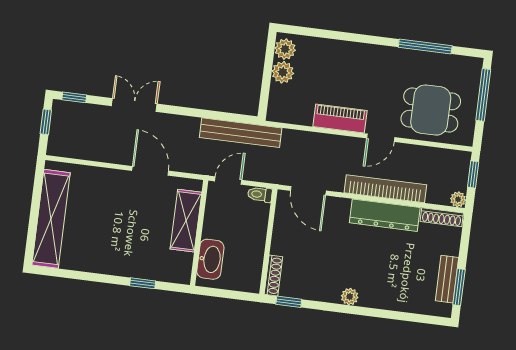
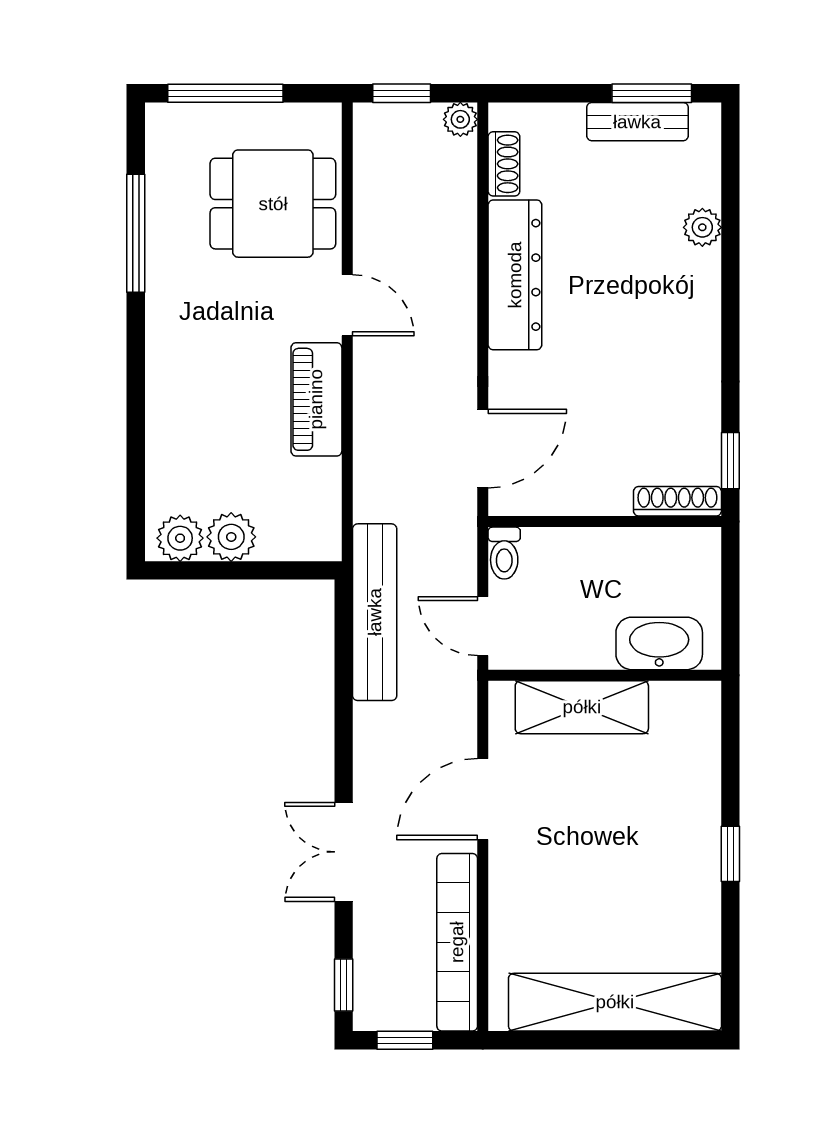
dining table: (431, 110) -> (273, 204), turned 90
bookcase: (385, 189) -> (457, 942), moved
shoe rack: (442, 217) -> (504, 164), width x0.70
window: (143, 283) -> (730, 854), moved
plant: (350, 297) -> (702, 227), moved

